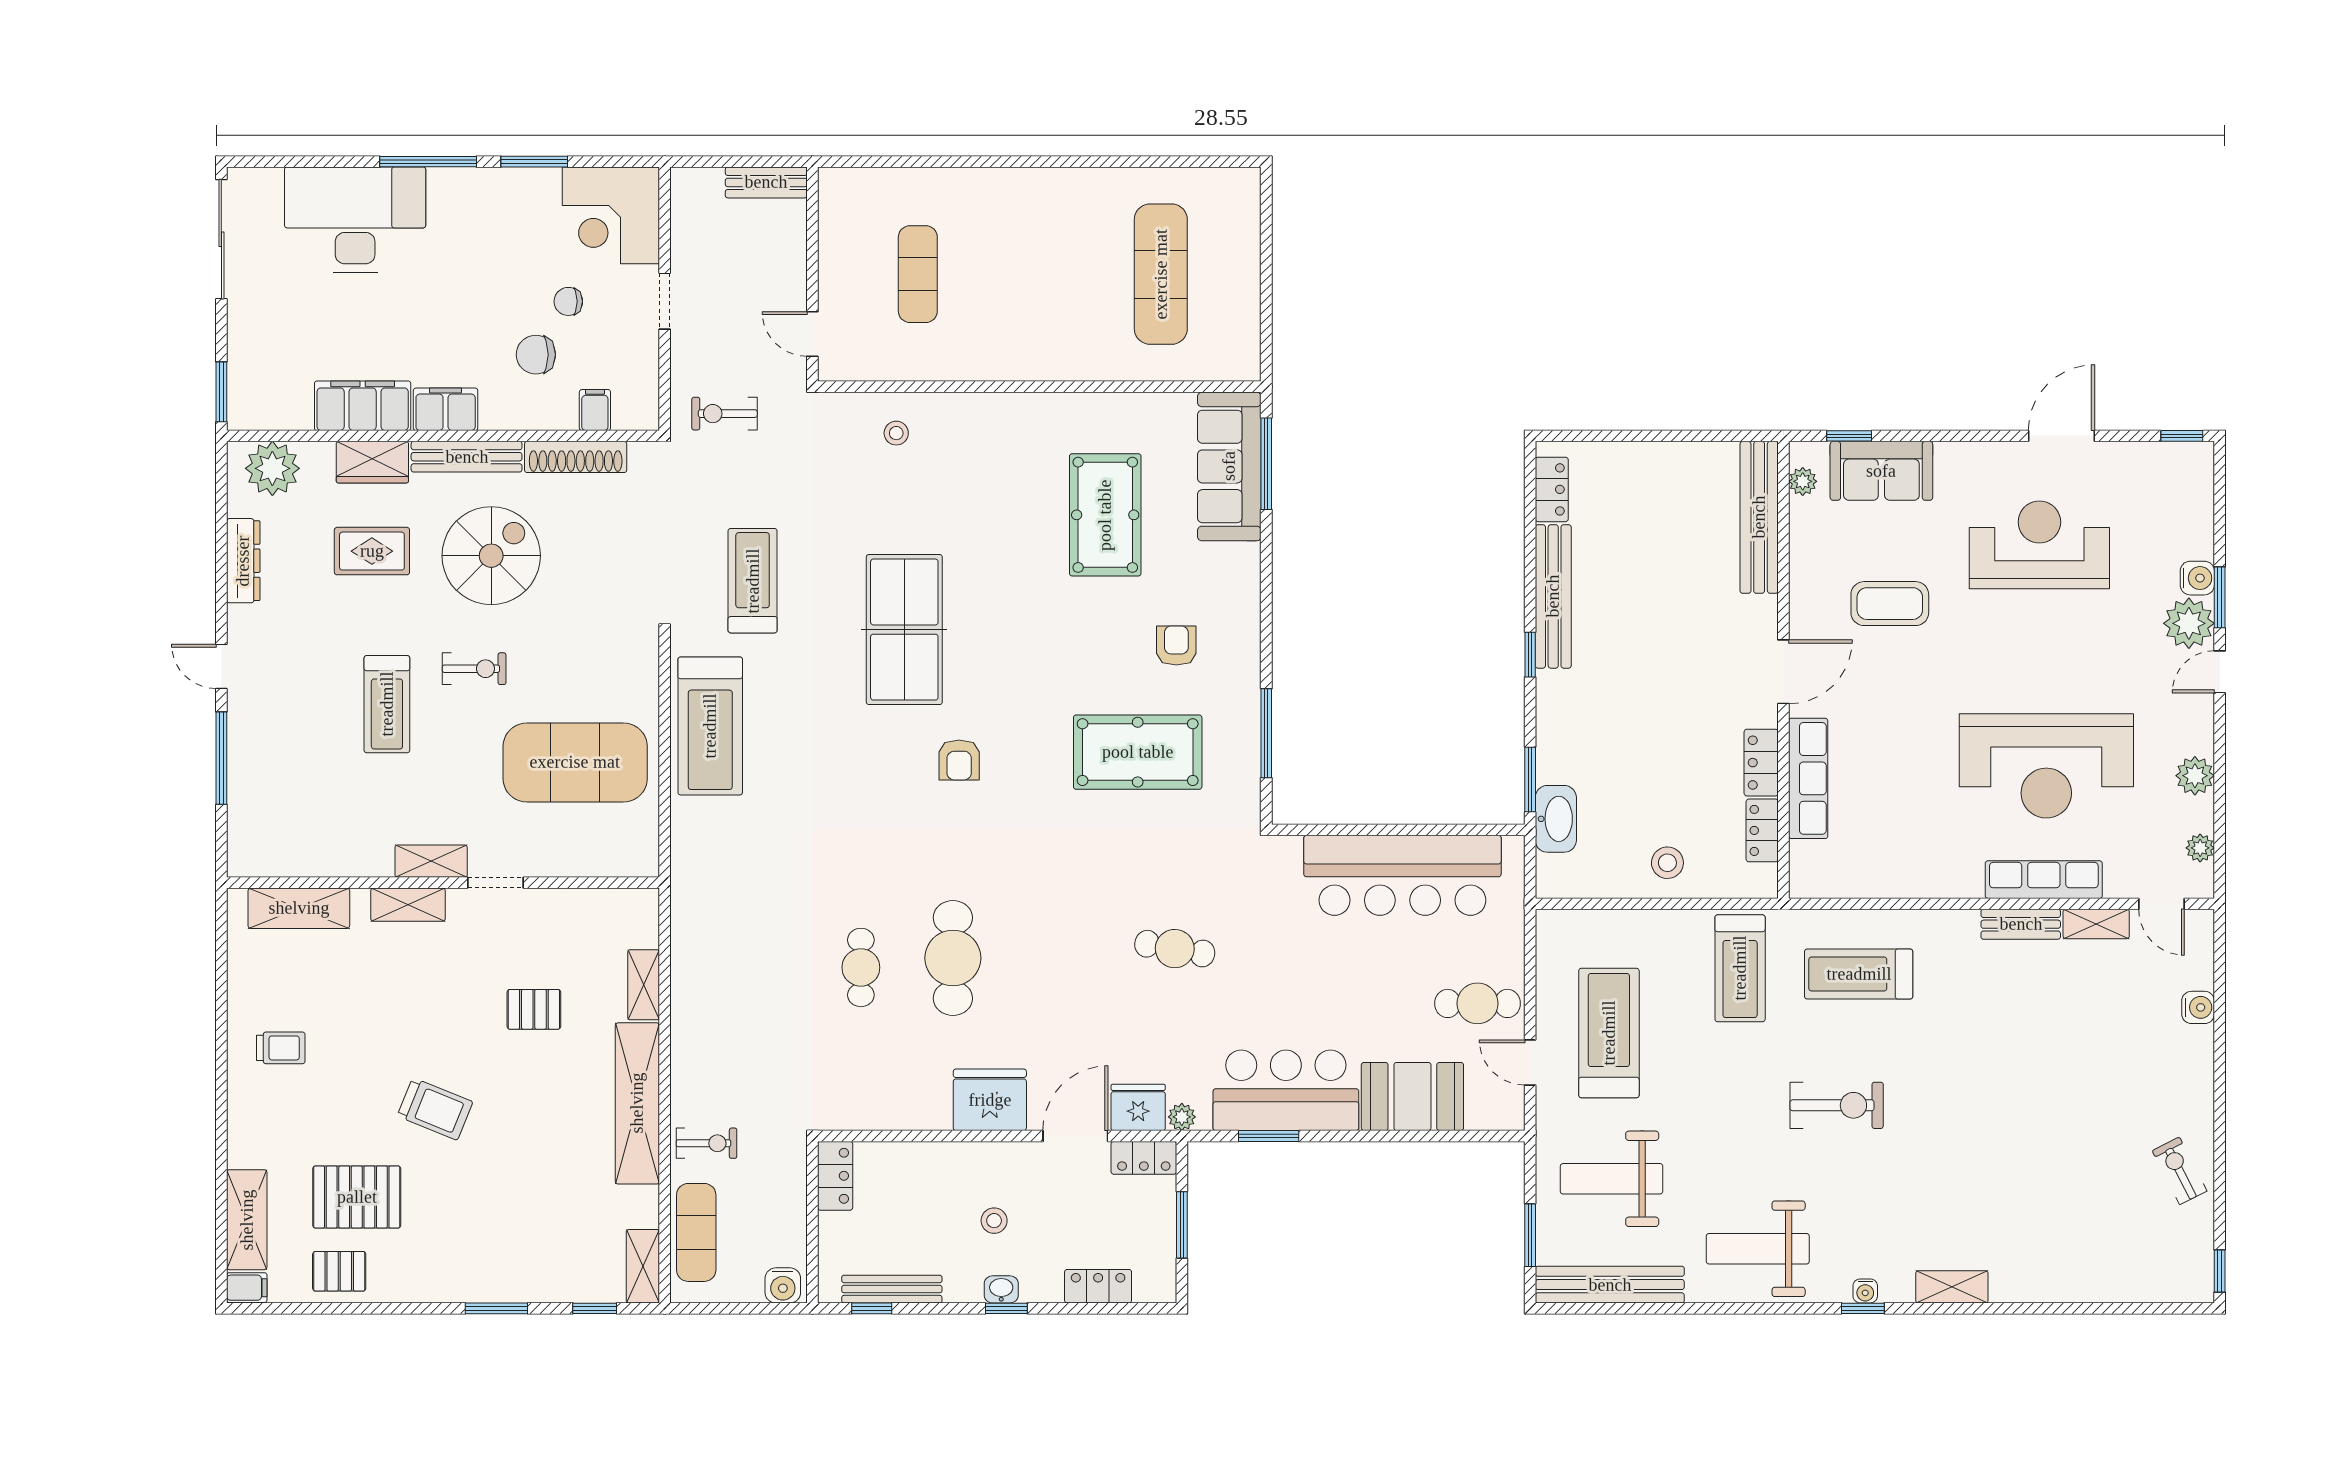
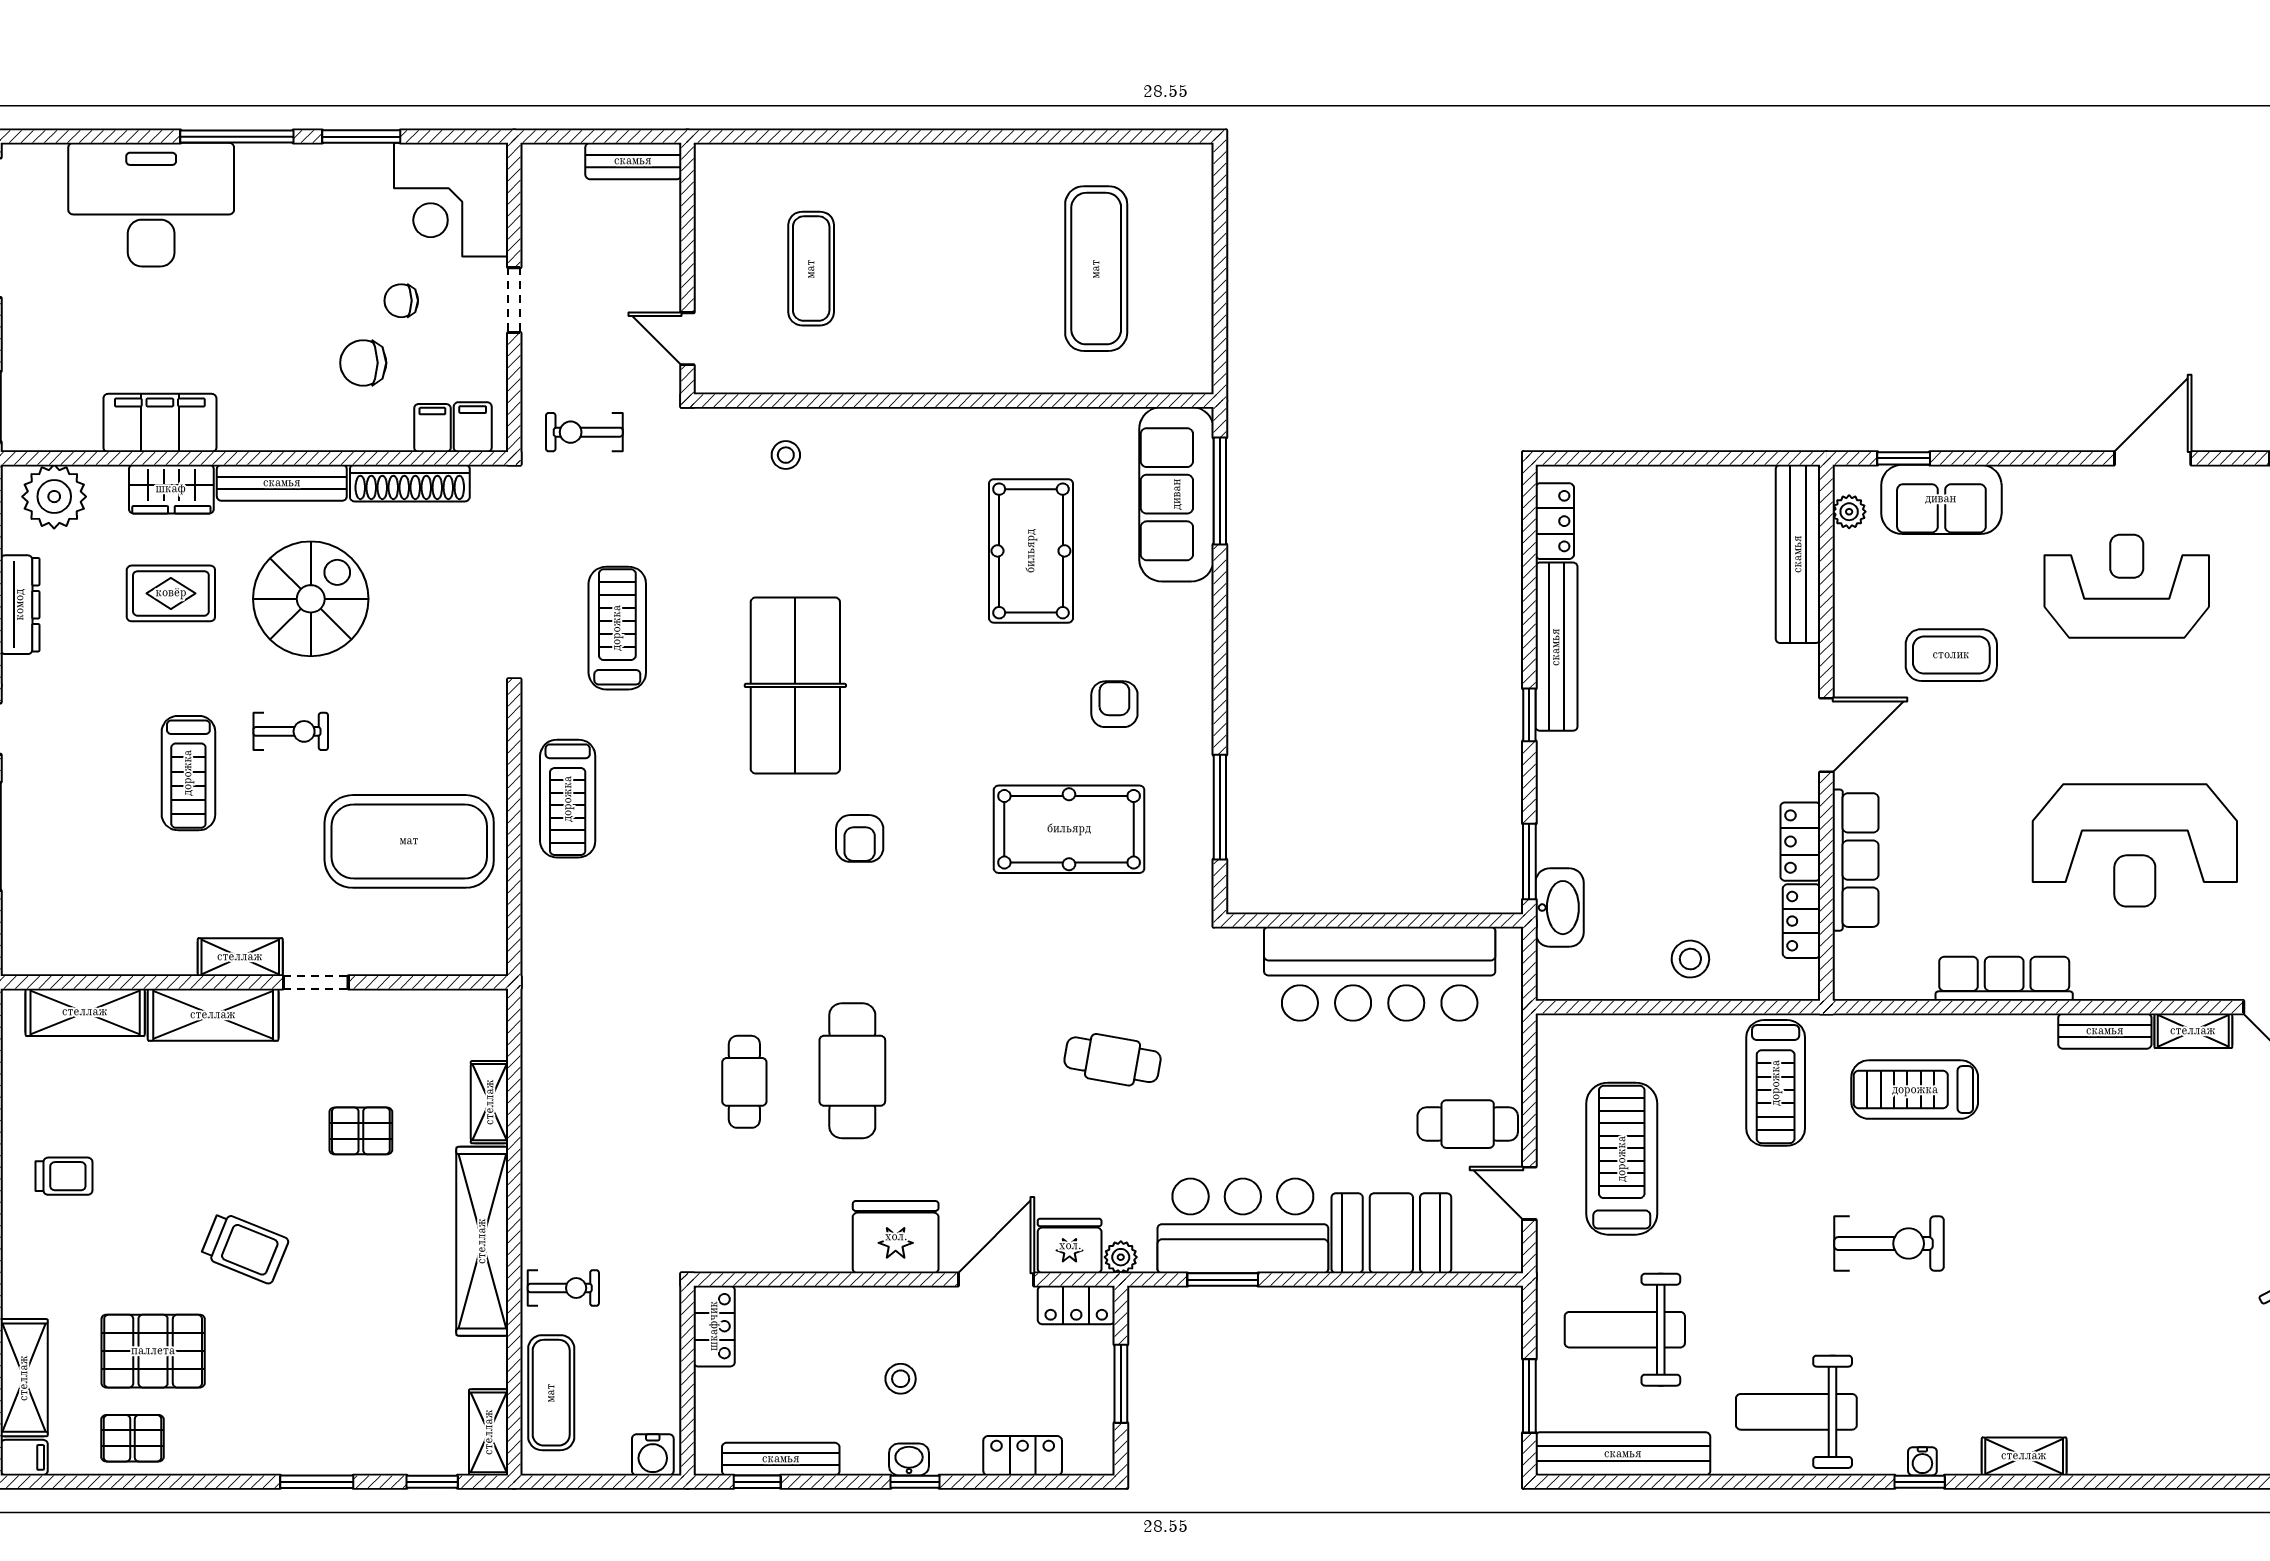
filing cabinet: (446, 409) -> (473, 427), moved, width x0.50
treadmill: (710, 726) -> (568, 799), width x0.73, depth x0.73
row of seats: (2044, 880) -> (2004, 979), moved
shelving: (408, 905) -> (213, 1015), width x1.50, depth x1.33

